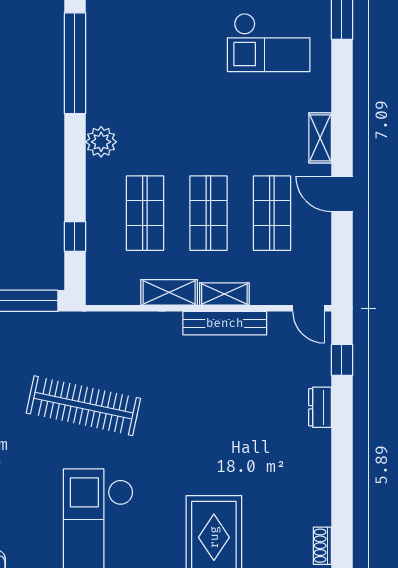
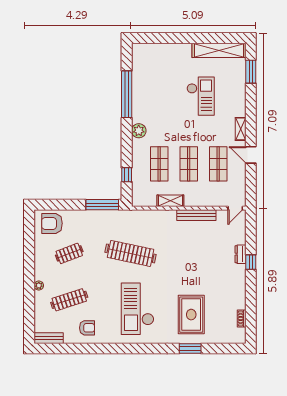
checkout: (269, 42) -> (201, 96), moved, turned -90
shelving: (224, 294) -> (196, 201), removed
door: (309, 308) -> (235, 208), hinge flipped
window: (342, 360) -> (251, 262), moved

